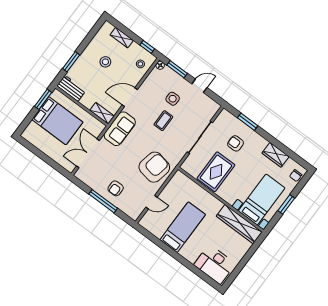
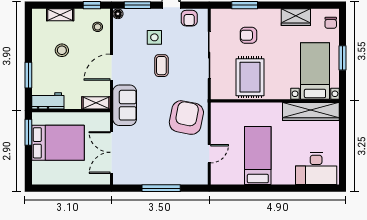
armchair: (116, 188) -> (189, 18), moved

